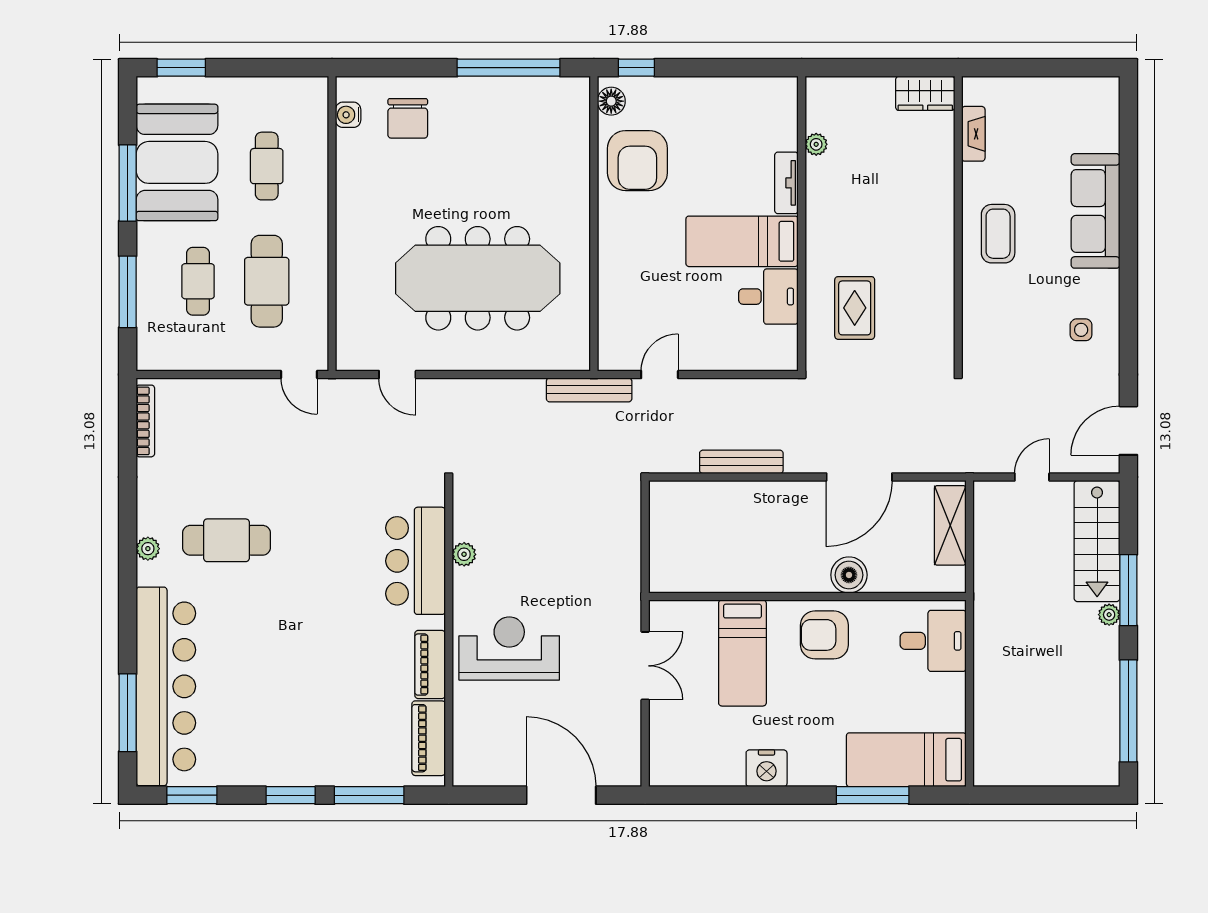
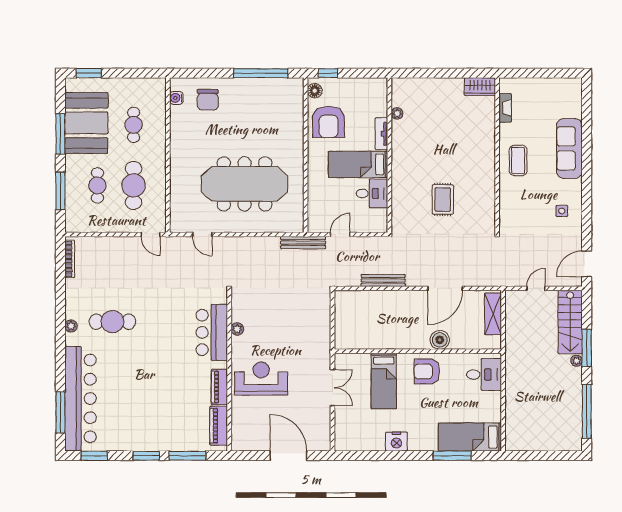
plant: (816, 144) -> (397, 113), moved
tv unit: (786, 183) -> (381, 134), moved
wall: (802, 224) -> (389, 155), moved
bed: (742, 241) -> (358, 164), moved
desk: (768, 297) -> (372, 193), moved

